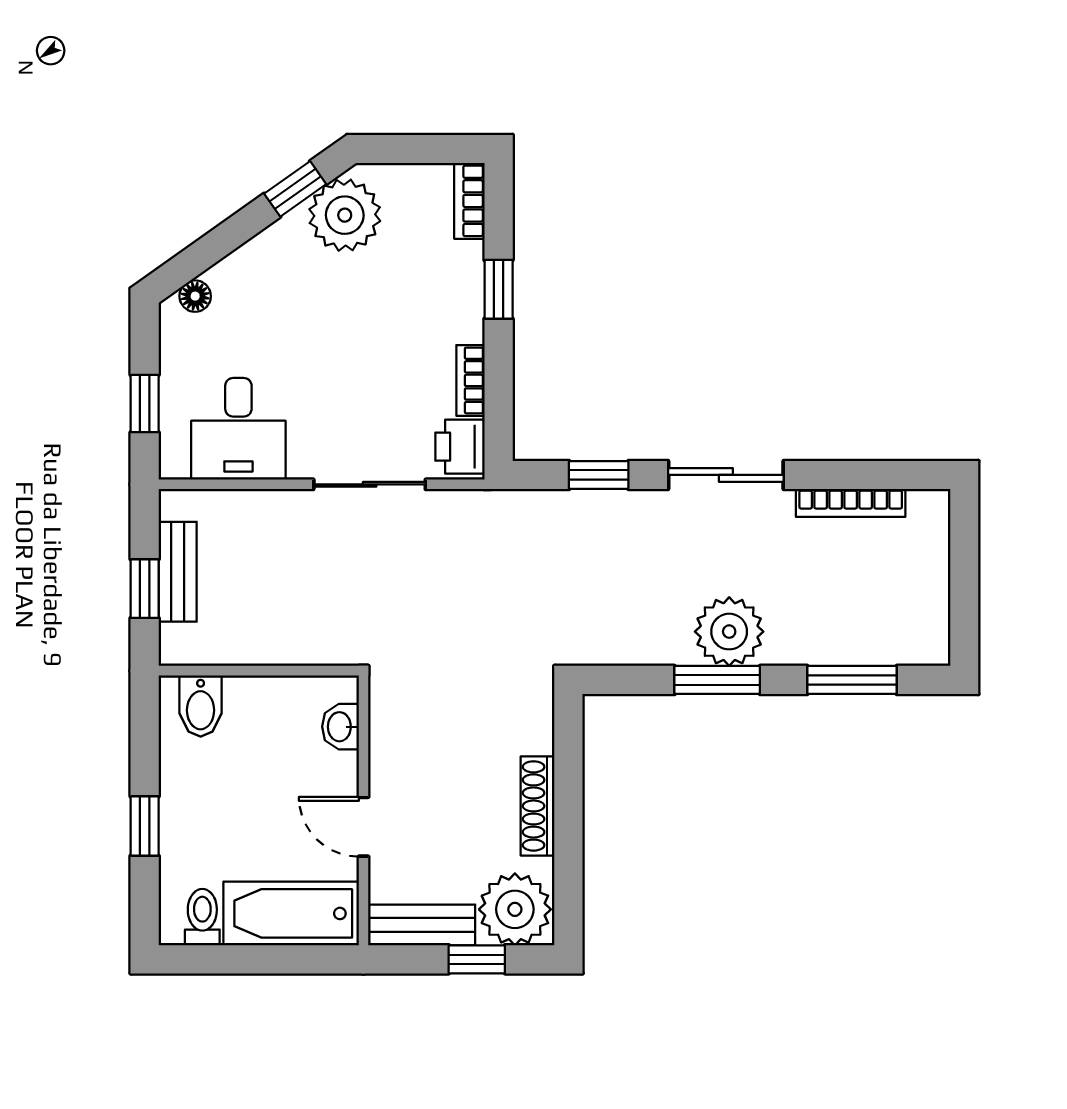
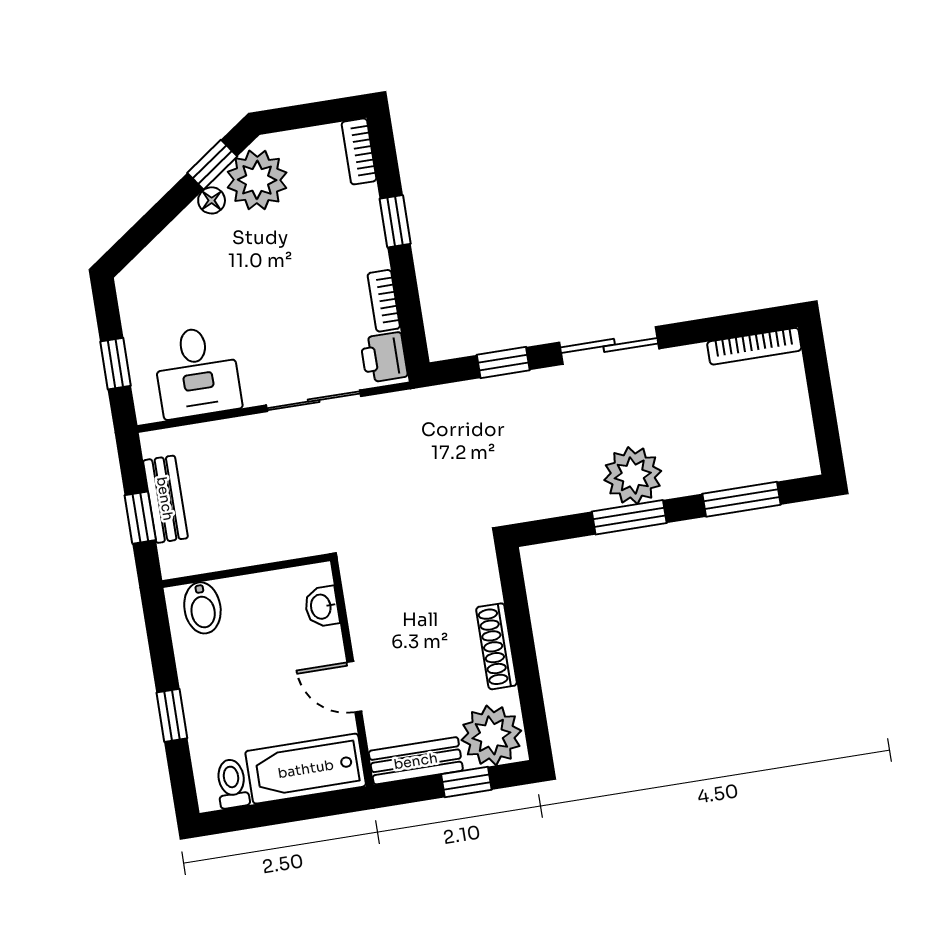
floor lamp: (195, 296) -> (212, 200), moved
bookcase: (851, 503) -> (754, 346), moved

